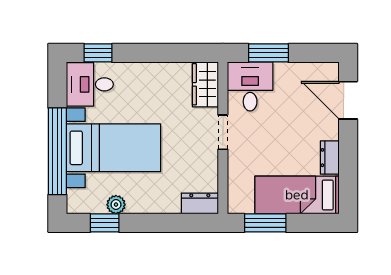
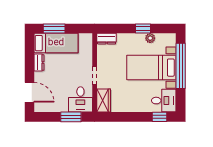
window: (105, 223) -> (143, 29), moved
window: (265, 223) -> (54, 29), moved

